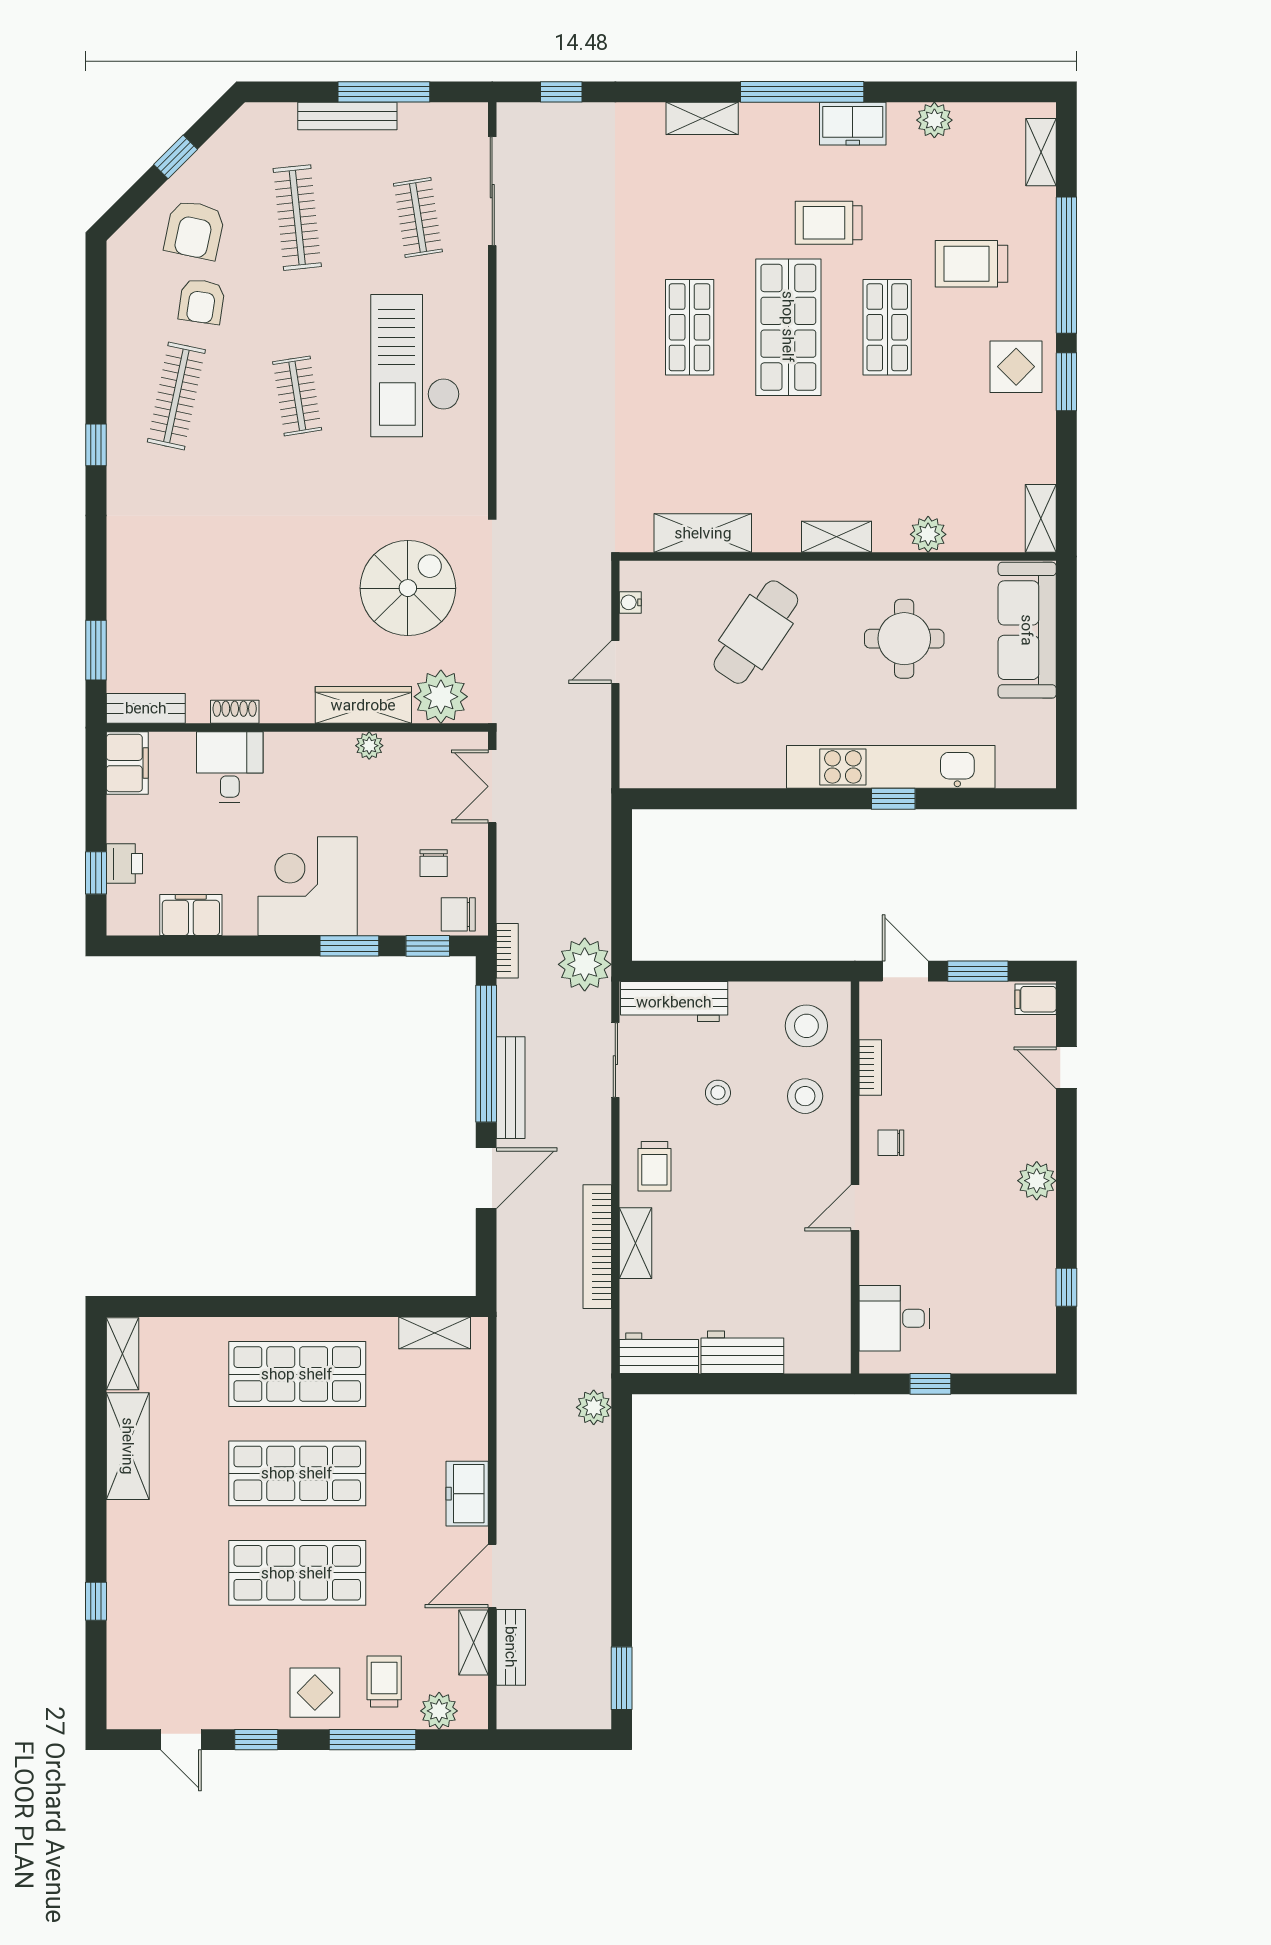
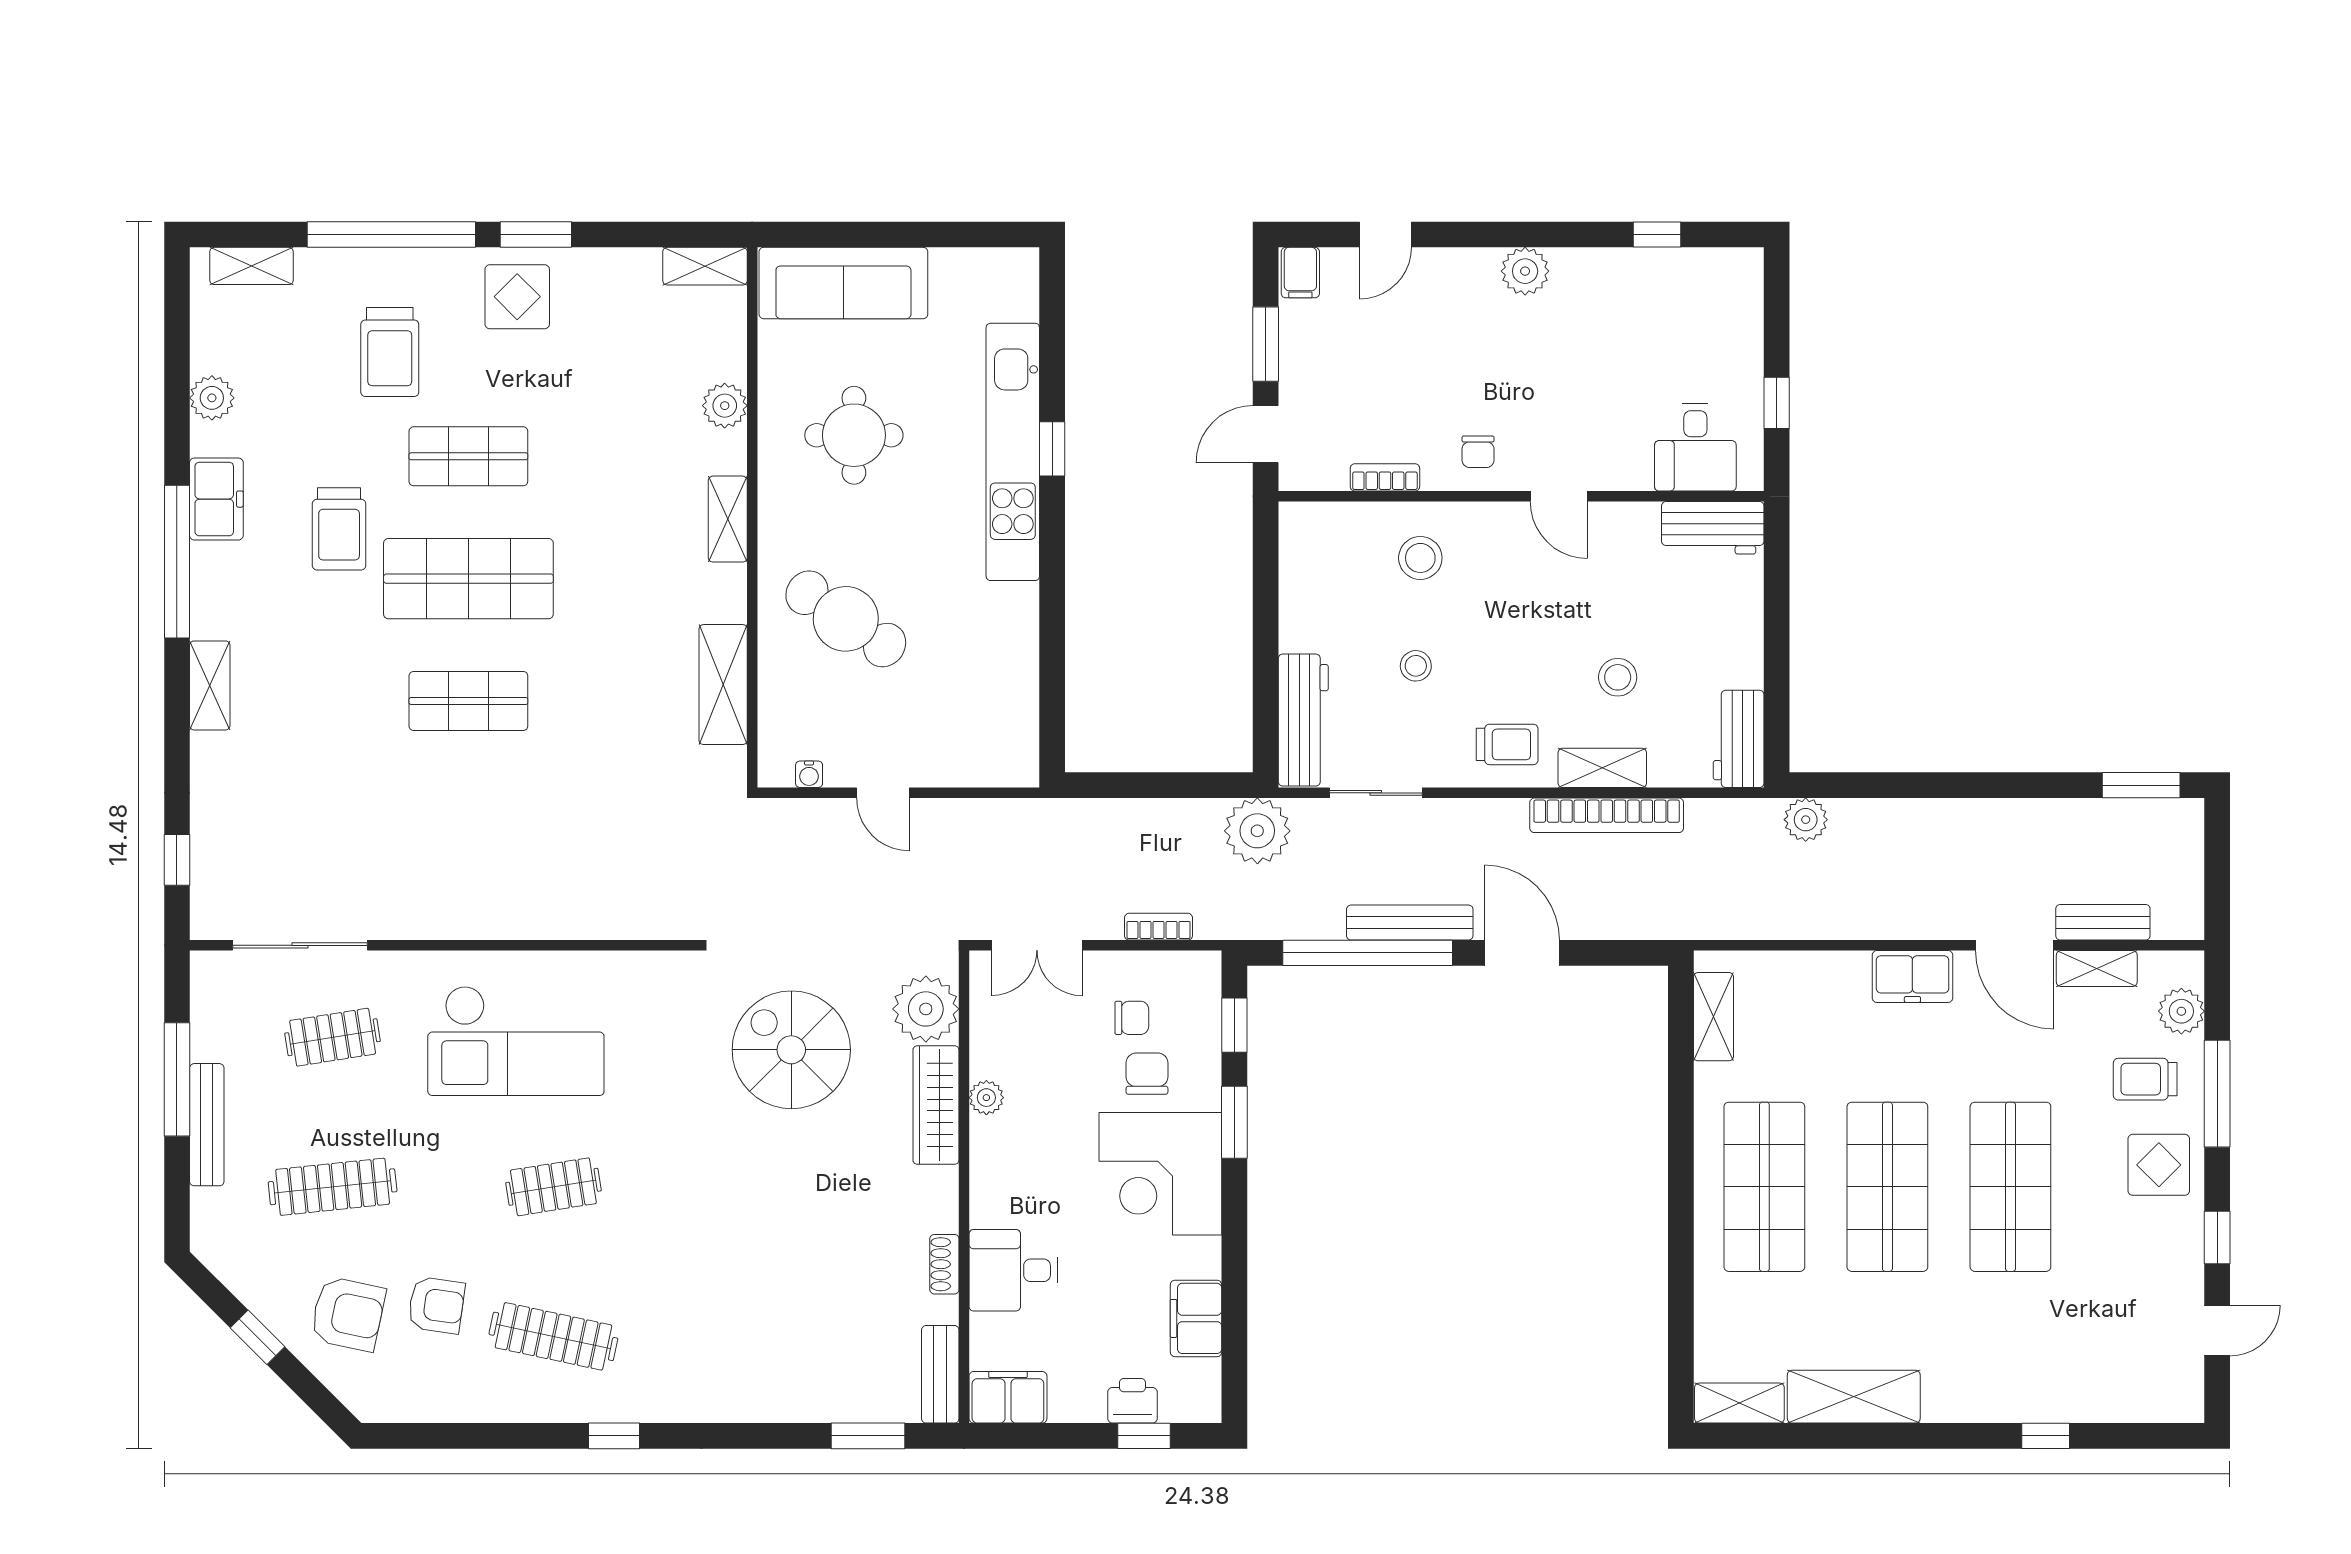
chair: (458, 914) -> (1147, 1074), moved, turned 180
bookcase: (507, 951) -> (1158, 927), moved
stool: (806, 1026) -> (1618, 677), moved, width x0.73, depth x0.73
workbench: (742, 1352) -> (1713, 528), moved, turned -90

